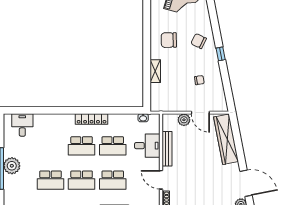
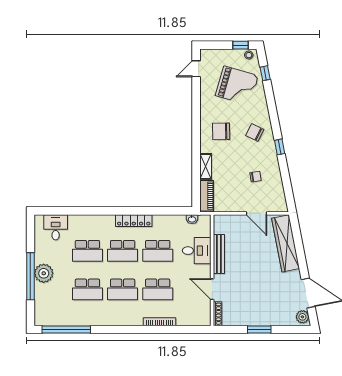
piano: (156, 97) -> (207, 196), added
plant: (184, 120) -> (238, 221), removed
school desk: (50, 146) -> (87, 251), added

